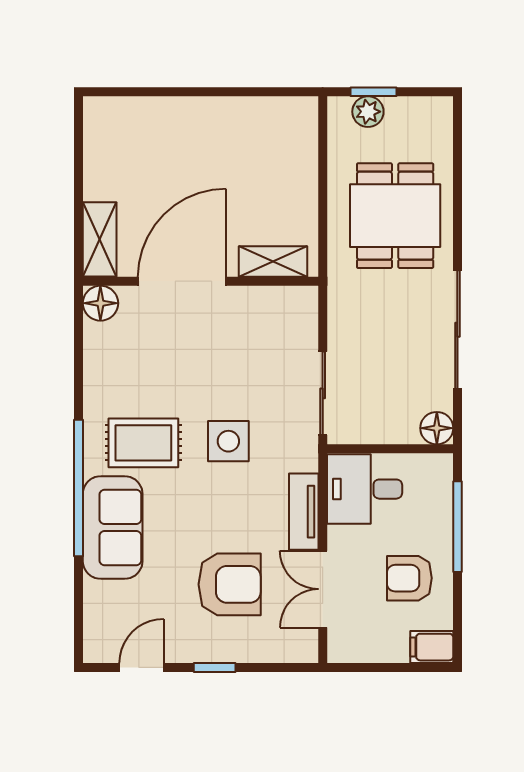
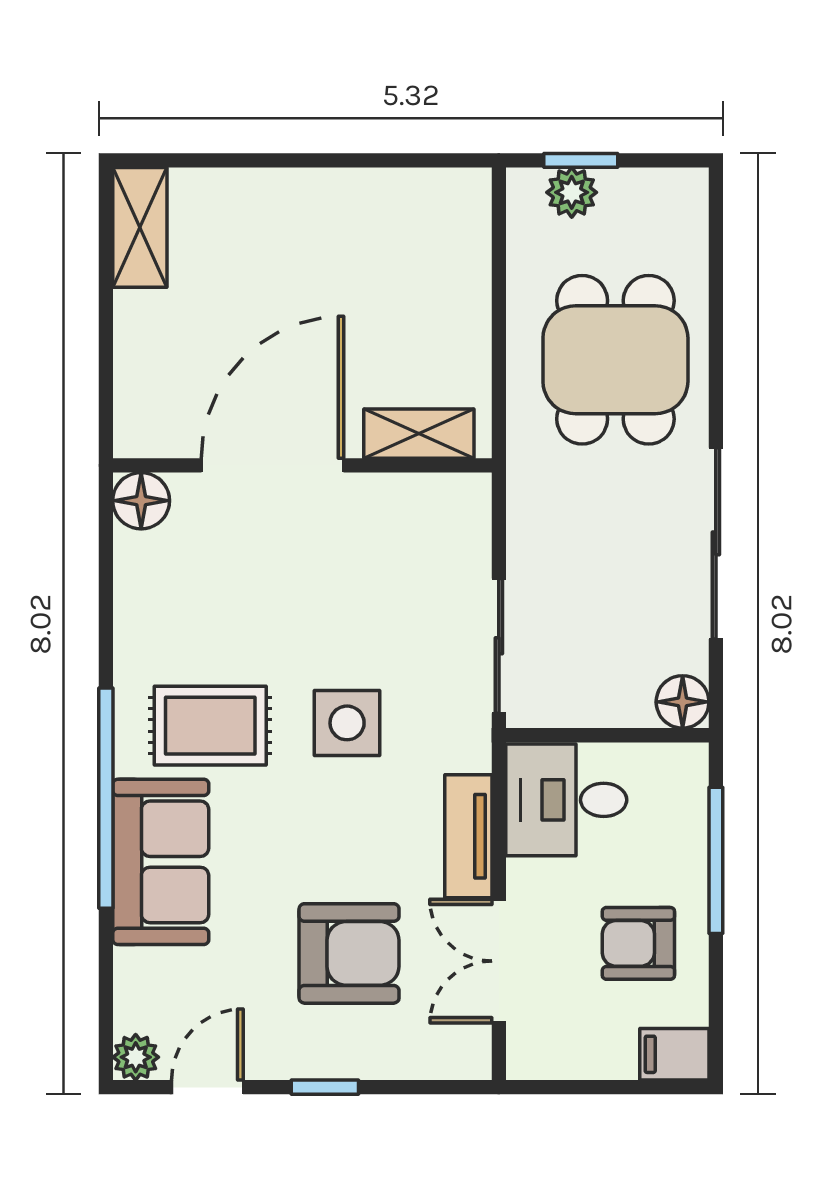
shelving: (100, 239) -> (140, 227), moved
plant: (97, 649) -> (136, 1057), added

